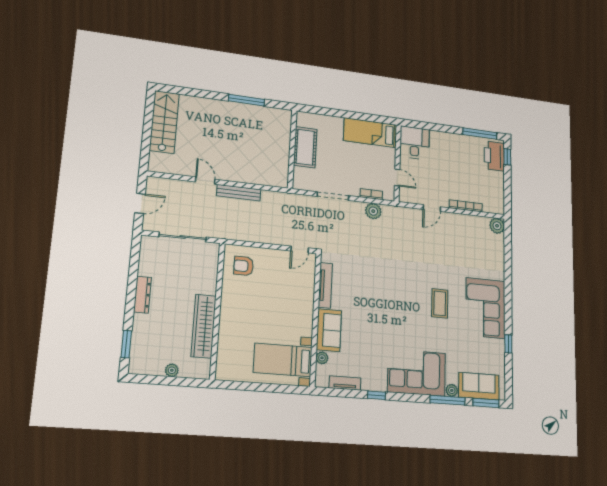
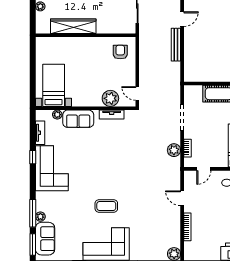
plant: (304, 285) -> (110, 98), added
tv unit: (325, 285) -> (112, 115), width x0.71
corner sofa: (417, 373) -> (52, 168), moved

